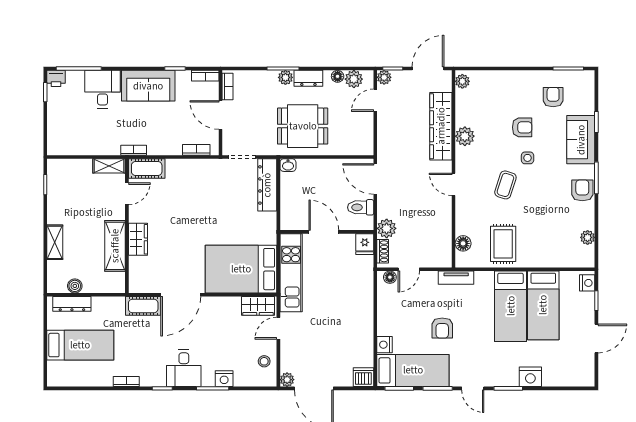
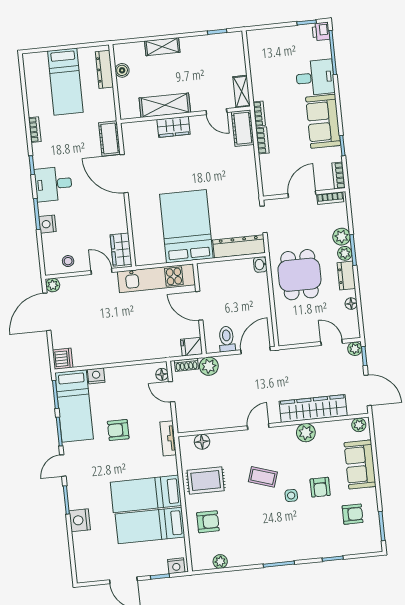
plant: (354, 79) -> (342, 237), moved
sofa: (581, 140) -> (360, 465), moved, turned -90
bookcase: (196, 150) -> (262, 140), moved
armchair: (582, 190) -> (208, 522), moved
door: (324, 232) -> (199, 306), swing flipped
bed: (241, 269) -> (186, 226), moved

